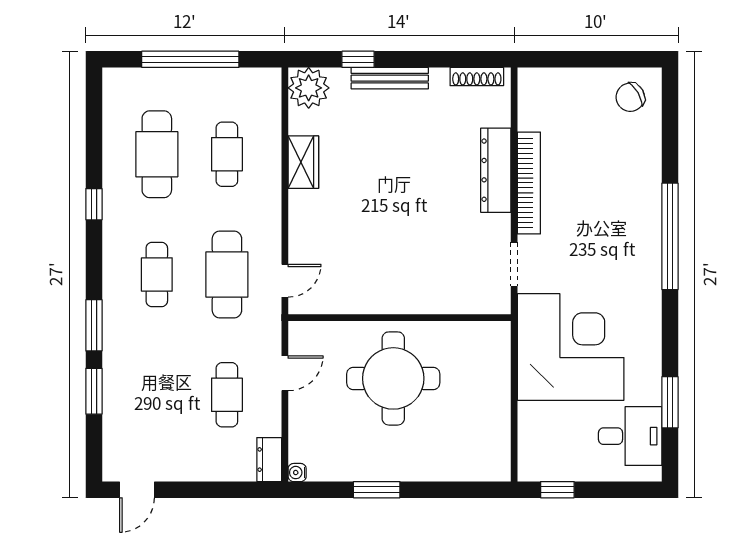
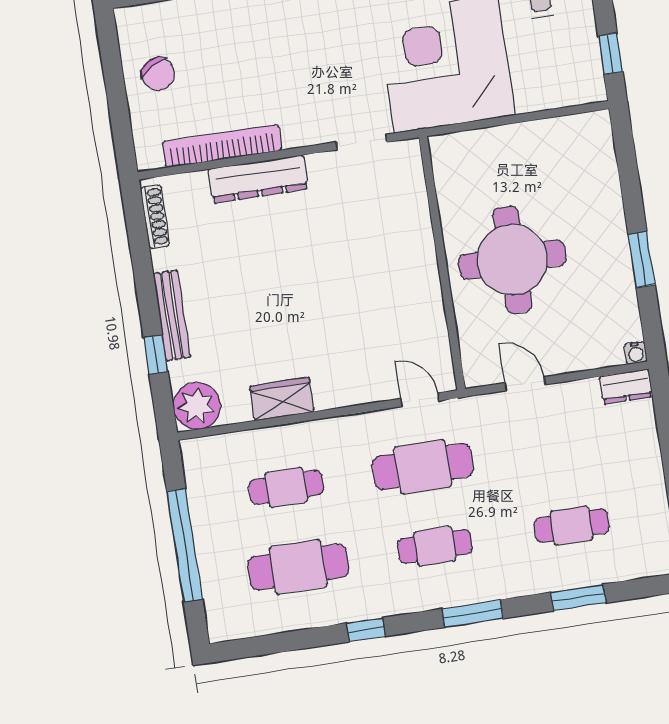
chair: (630, 97) -> (158, 74), moved
bookcase: (529, 183) -> (222, 146), moved
window: (94, 325) -> (473, 614), moved
cafe table: (227, 395) -> (571, 526), moved

